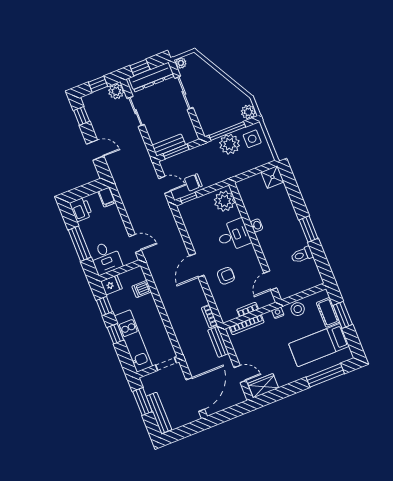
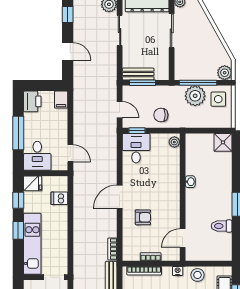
chair: (193, 182) -> (161, 115), moved
plant: (225, 201) -> (174, 142), width x0.53, depth x0.53
desk: (234, 235) -> (136, 148), moved, turned -90

